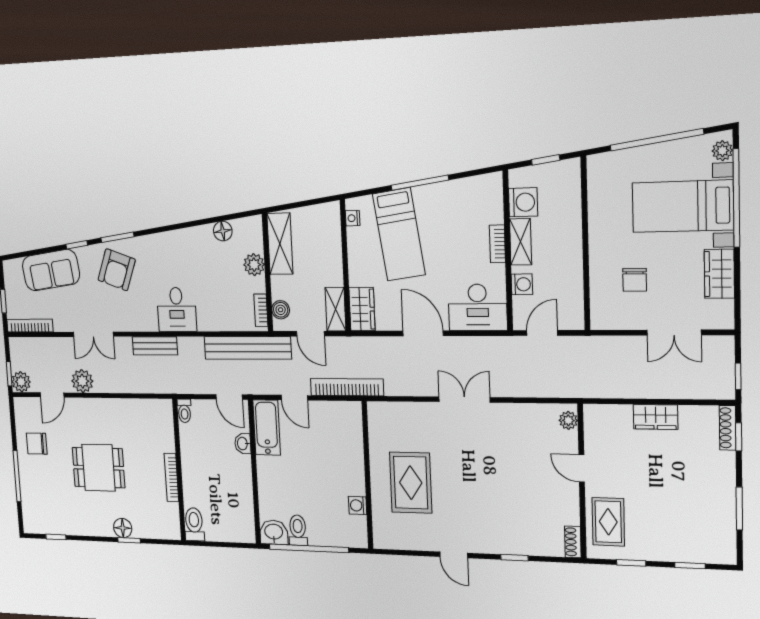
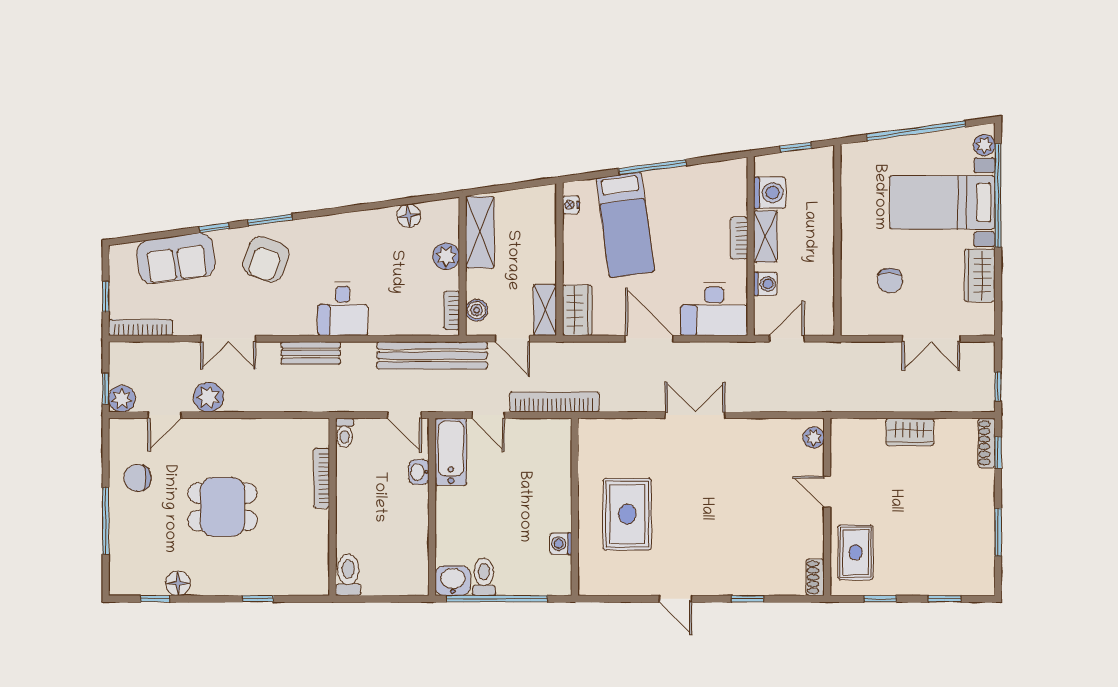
bookcase: (171, 477) -> (322, 478), moved
floor lamp: (123, 528) -> (178, 583), moved

